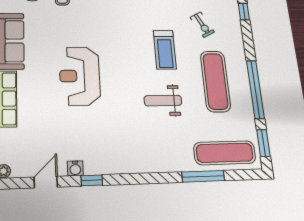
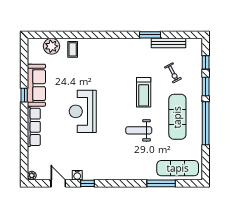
window: (263, 143) -> (206, 87), moved
door: (46, 182) -> (58, 183), hinge flipped

